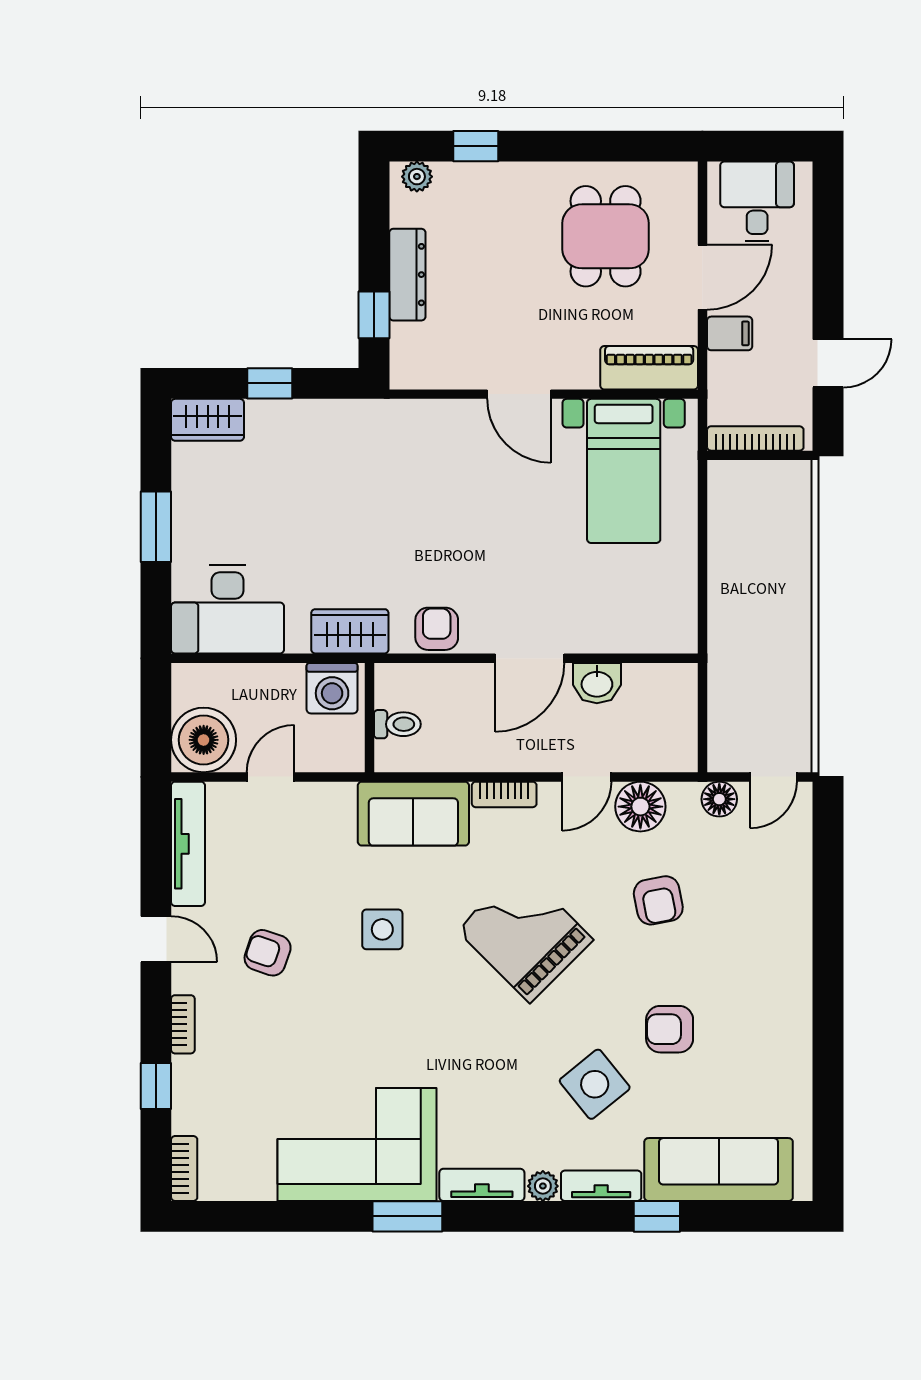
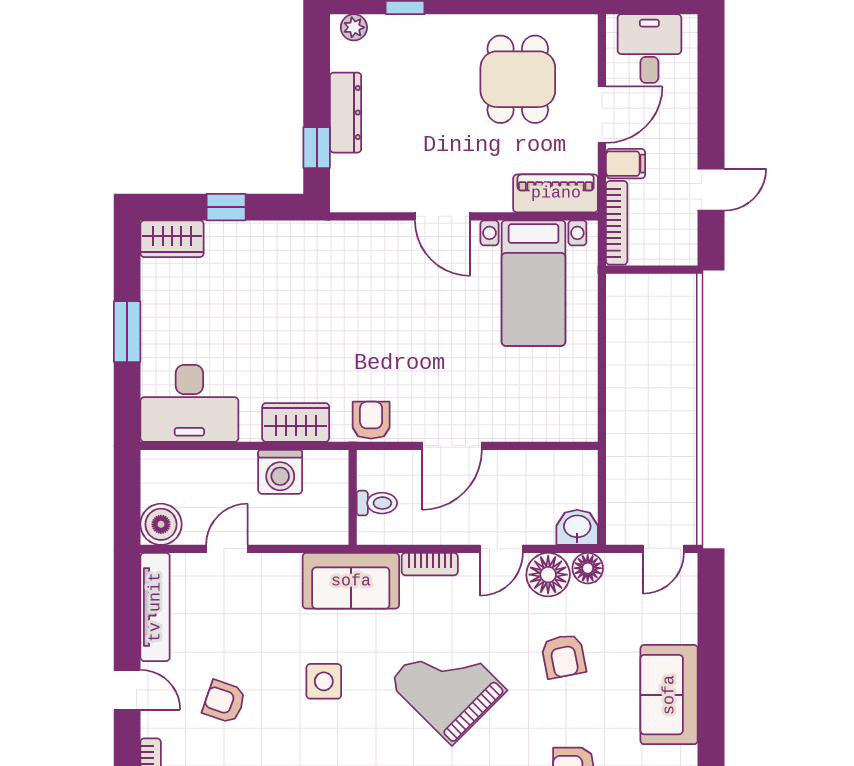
bookcase: (755, 438) -> (617, 223), moved, turned 90
washbasin: (597, 683) -> (577, 527), moved, turned 180
wall: (369, 718) -> (353, 497), moved
toilet: (397, 724) -> (377, 503), moved
boiler: (204, 740) -> (161, 524), width x0.73, depth x0.73
floor lamp: (719, 799) -> (588, 568), moved
sofa: (780, 945) -> (669, 695), added

